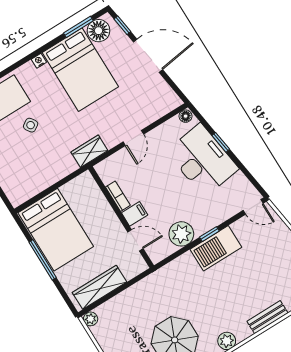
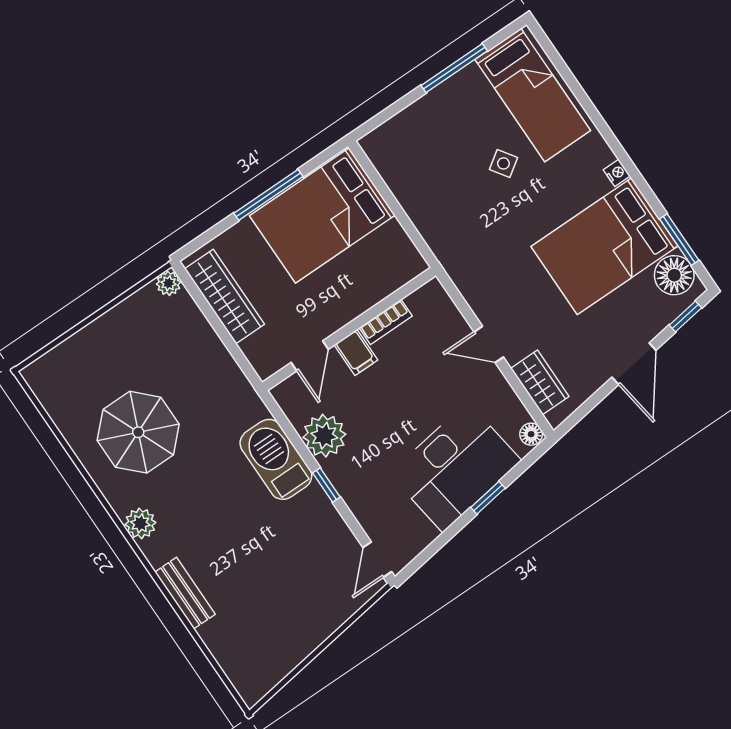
door: (148, 56) -> (634, 364), width x0.73
wardrobe: (89, 151) -> (540, 382), moved
barbecue: (216, 248) -> (276, 459), moved

